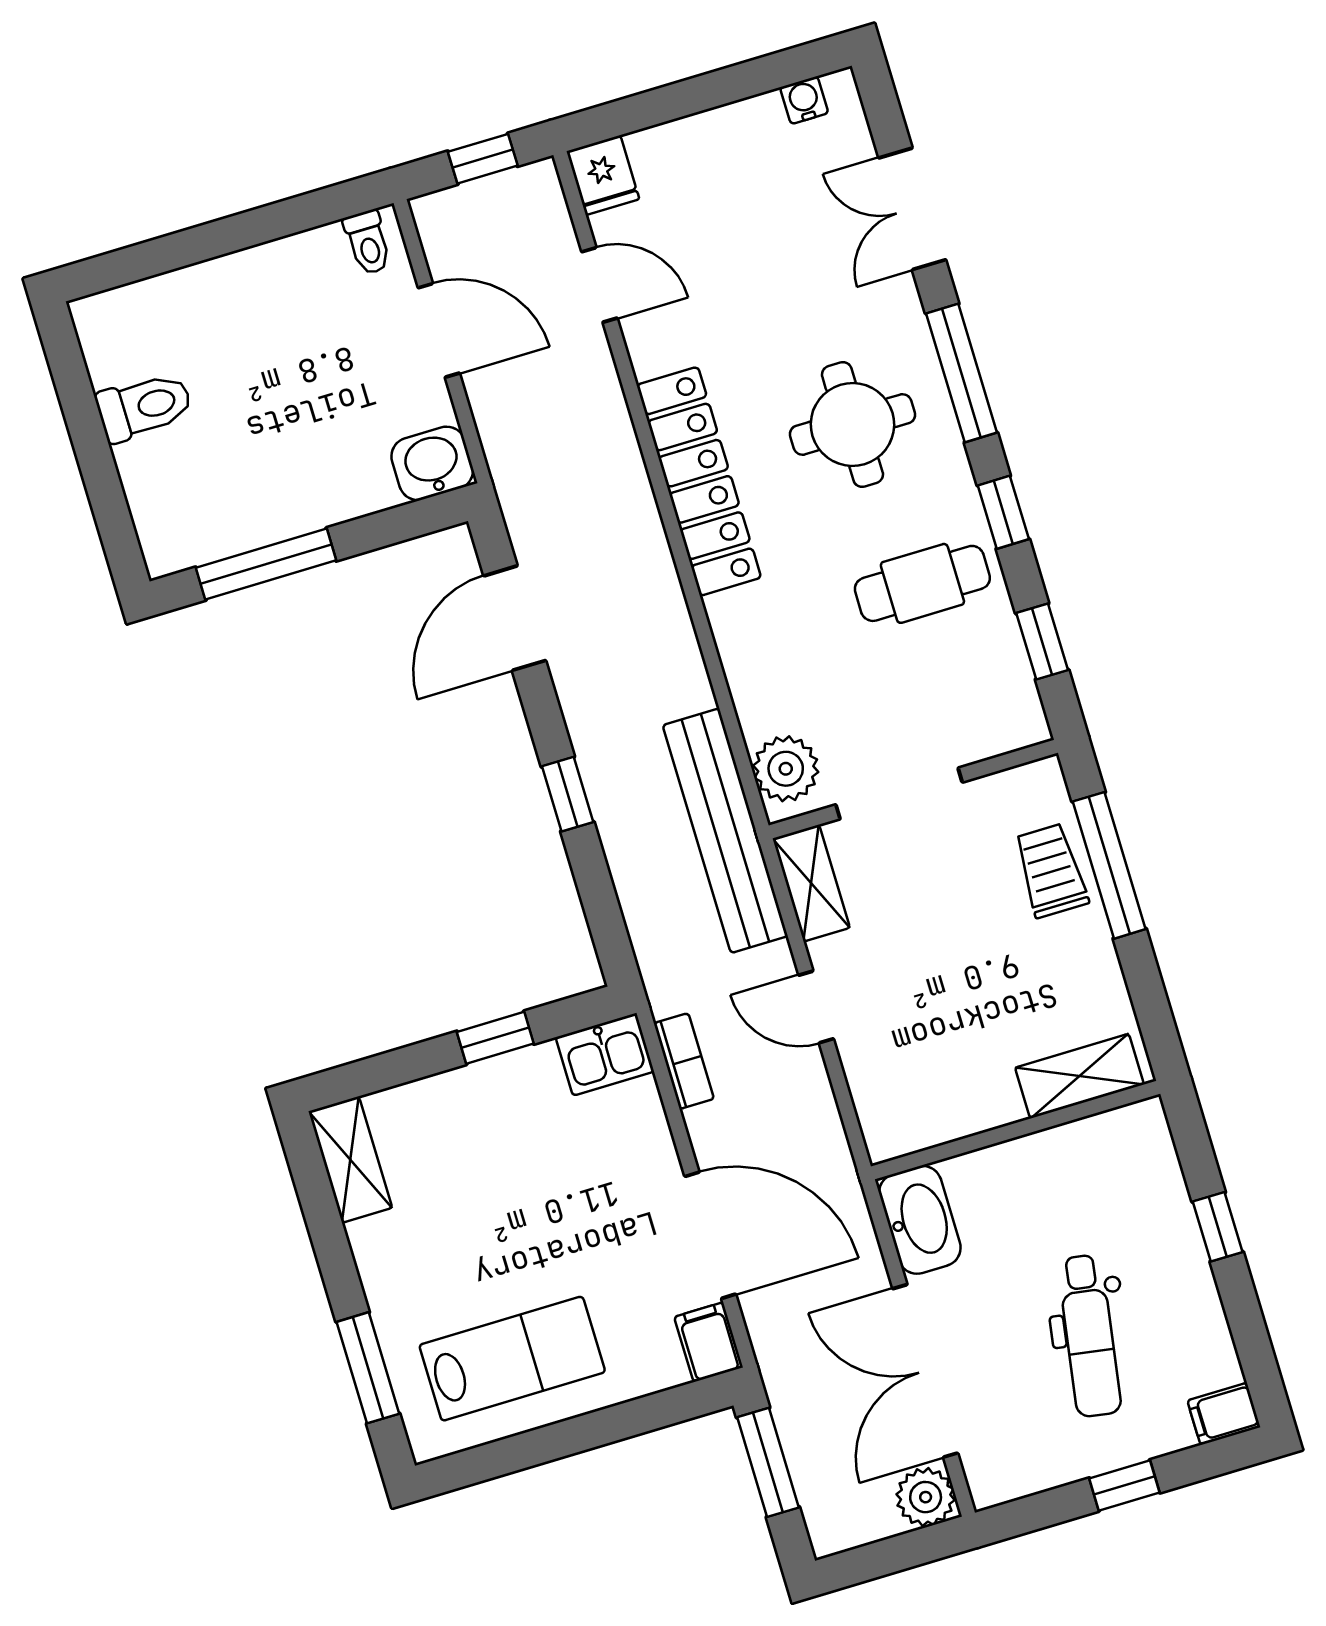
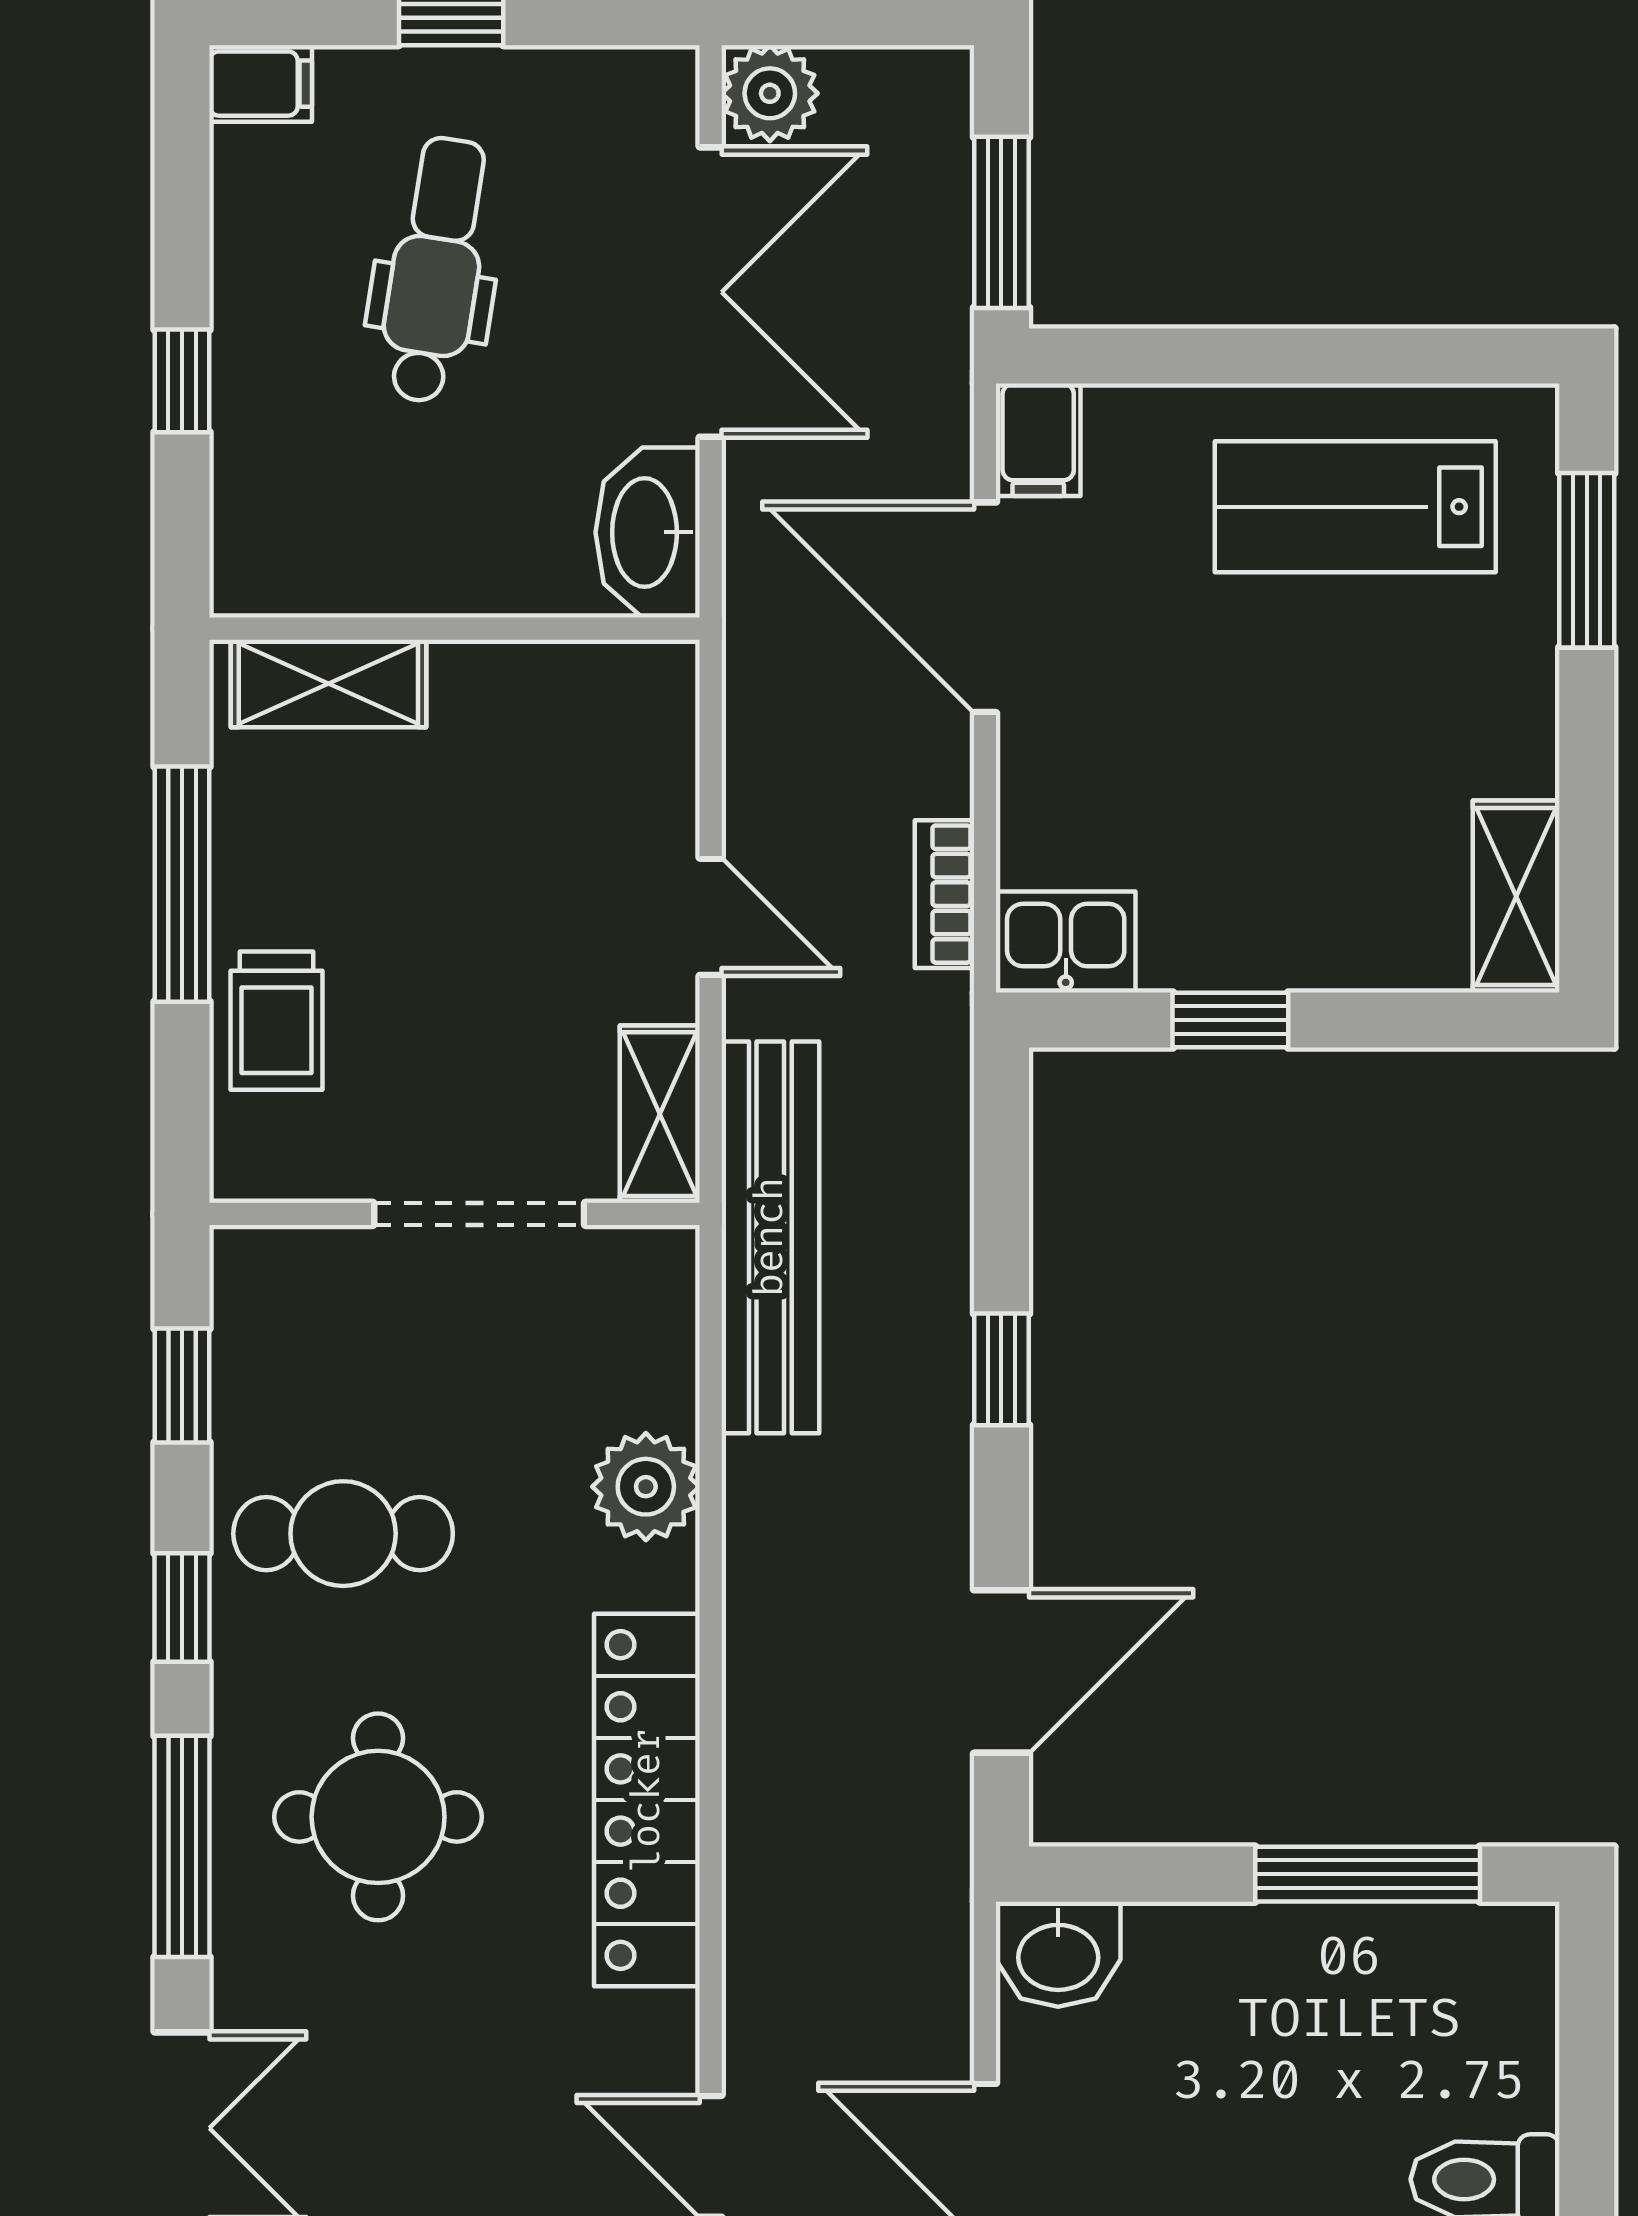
plant: (786, 769) -> (646, 1487), moved
window: (1109, 865) -> (182, 884), moved

